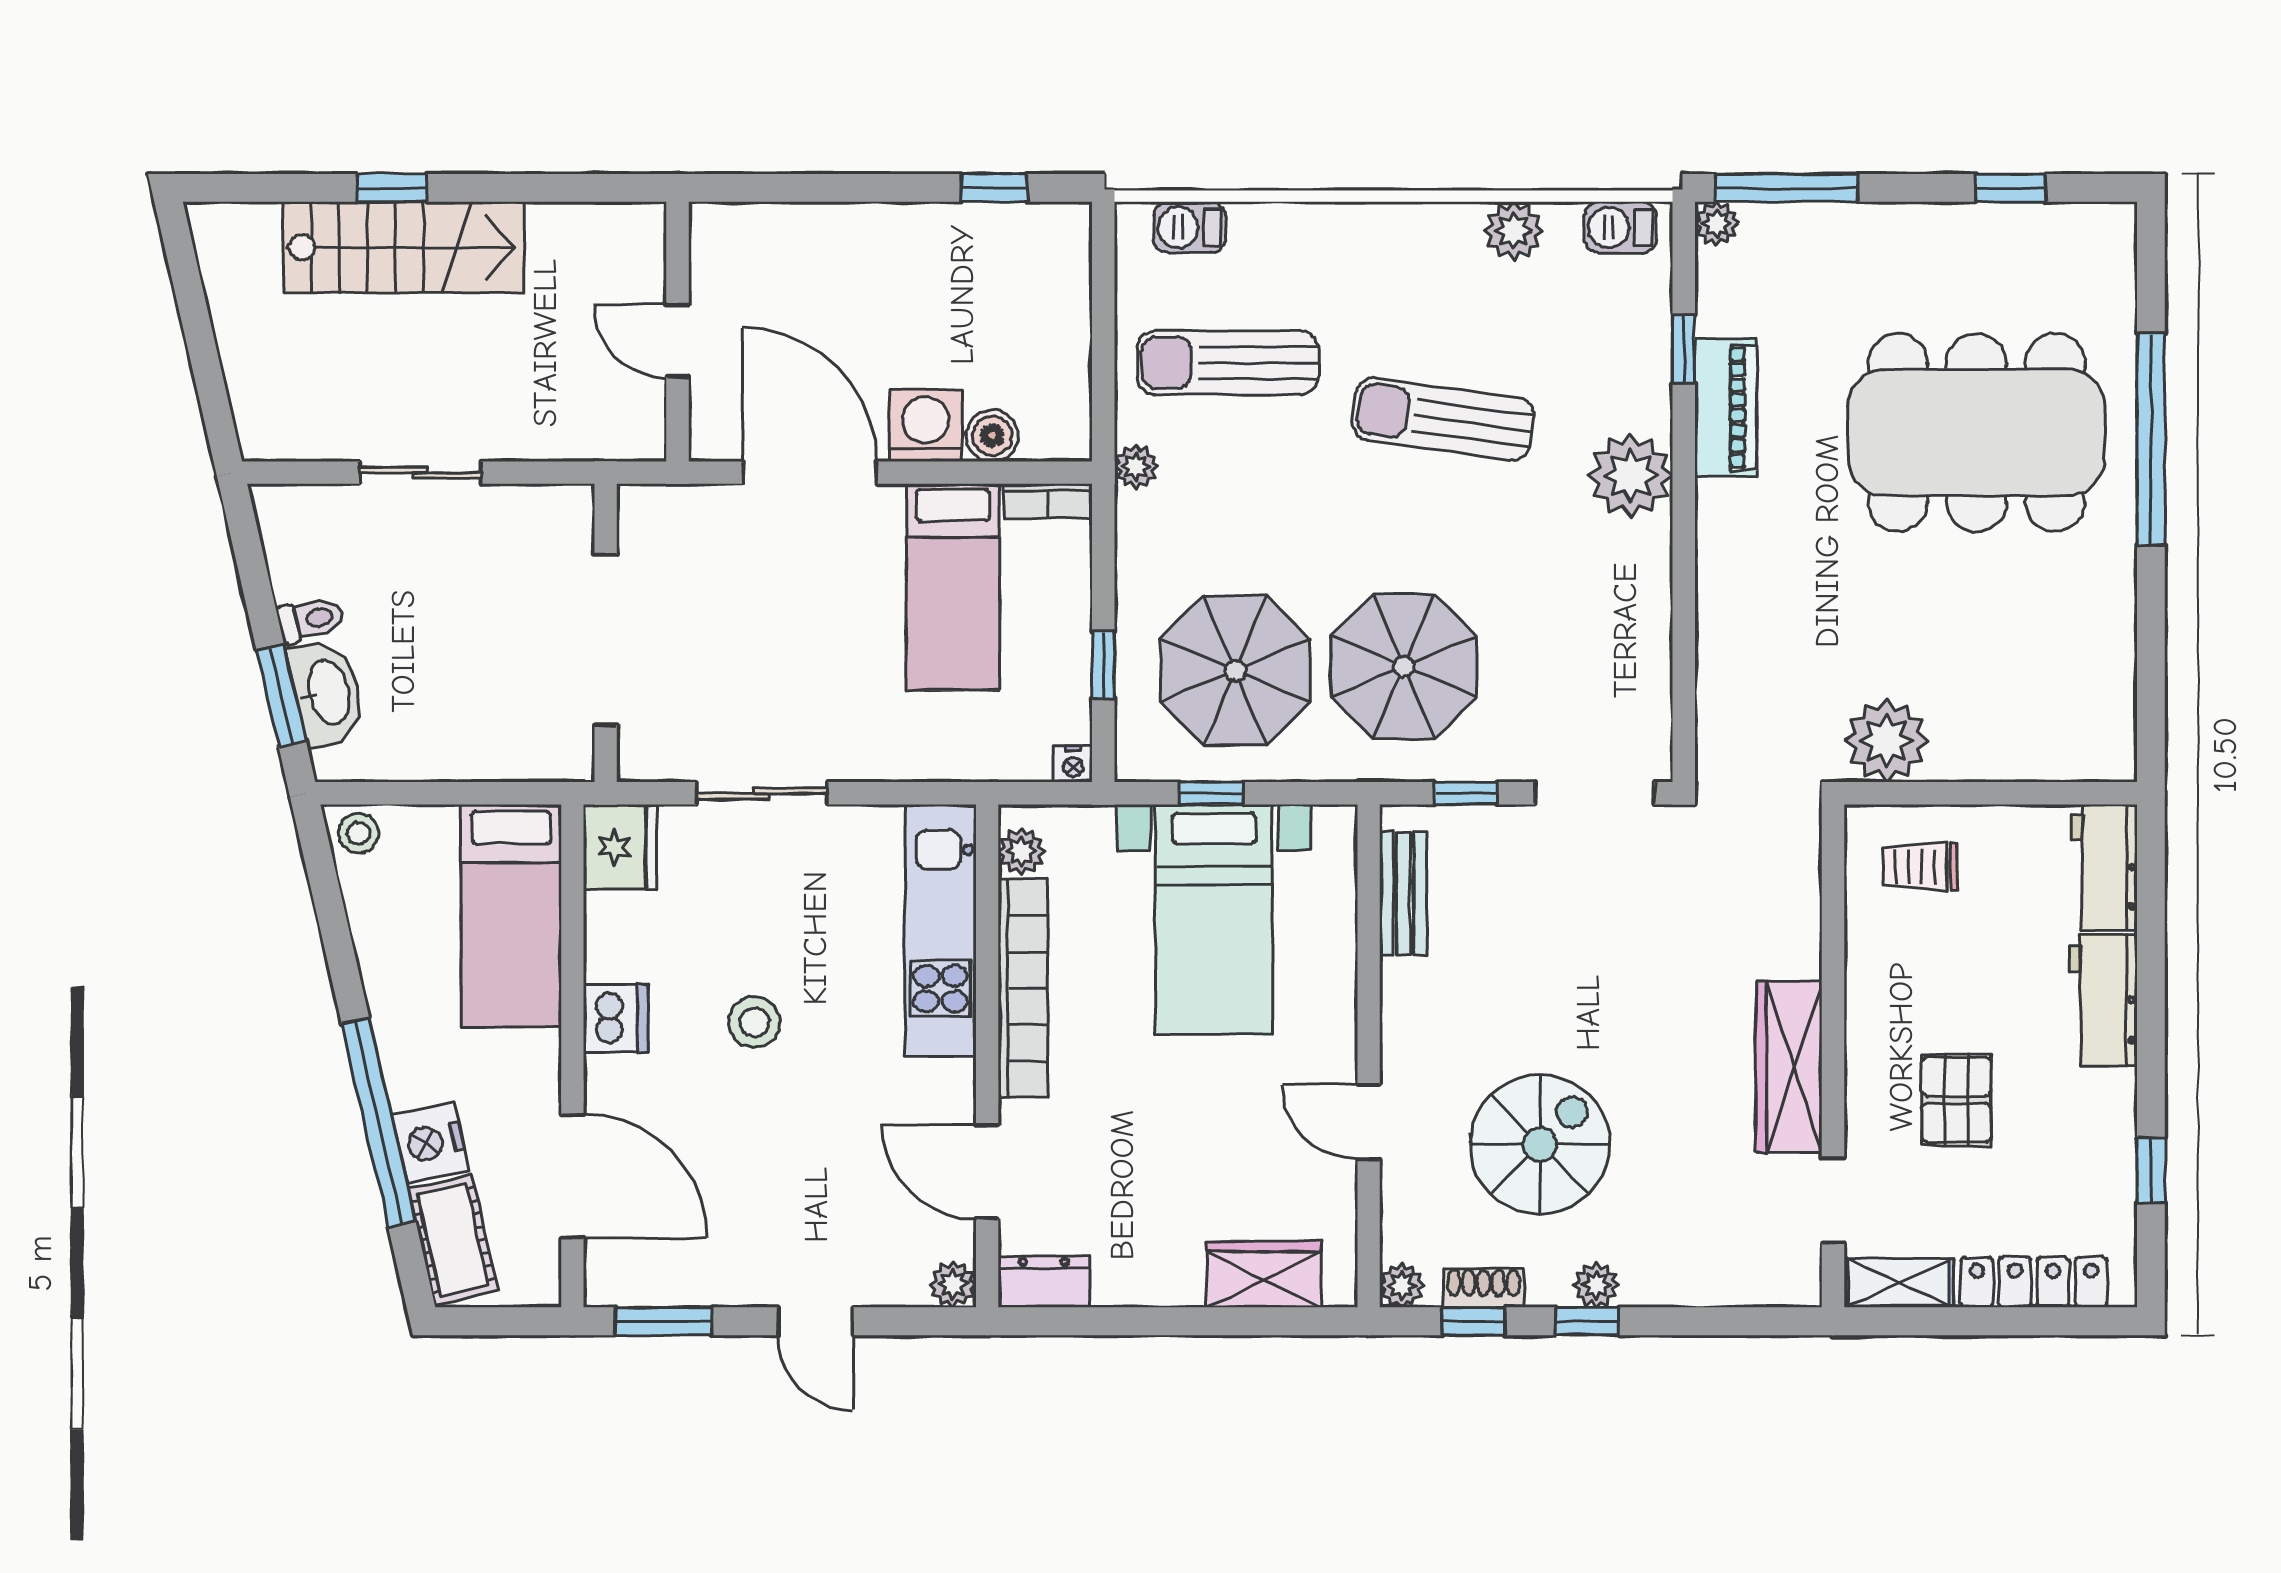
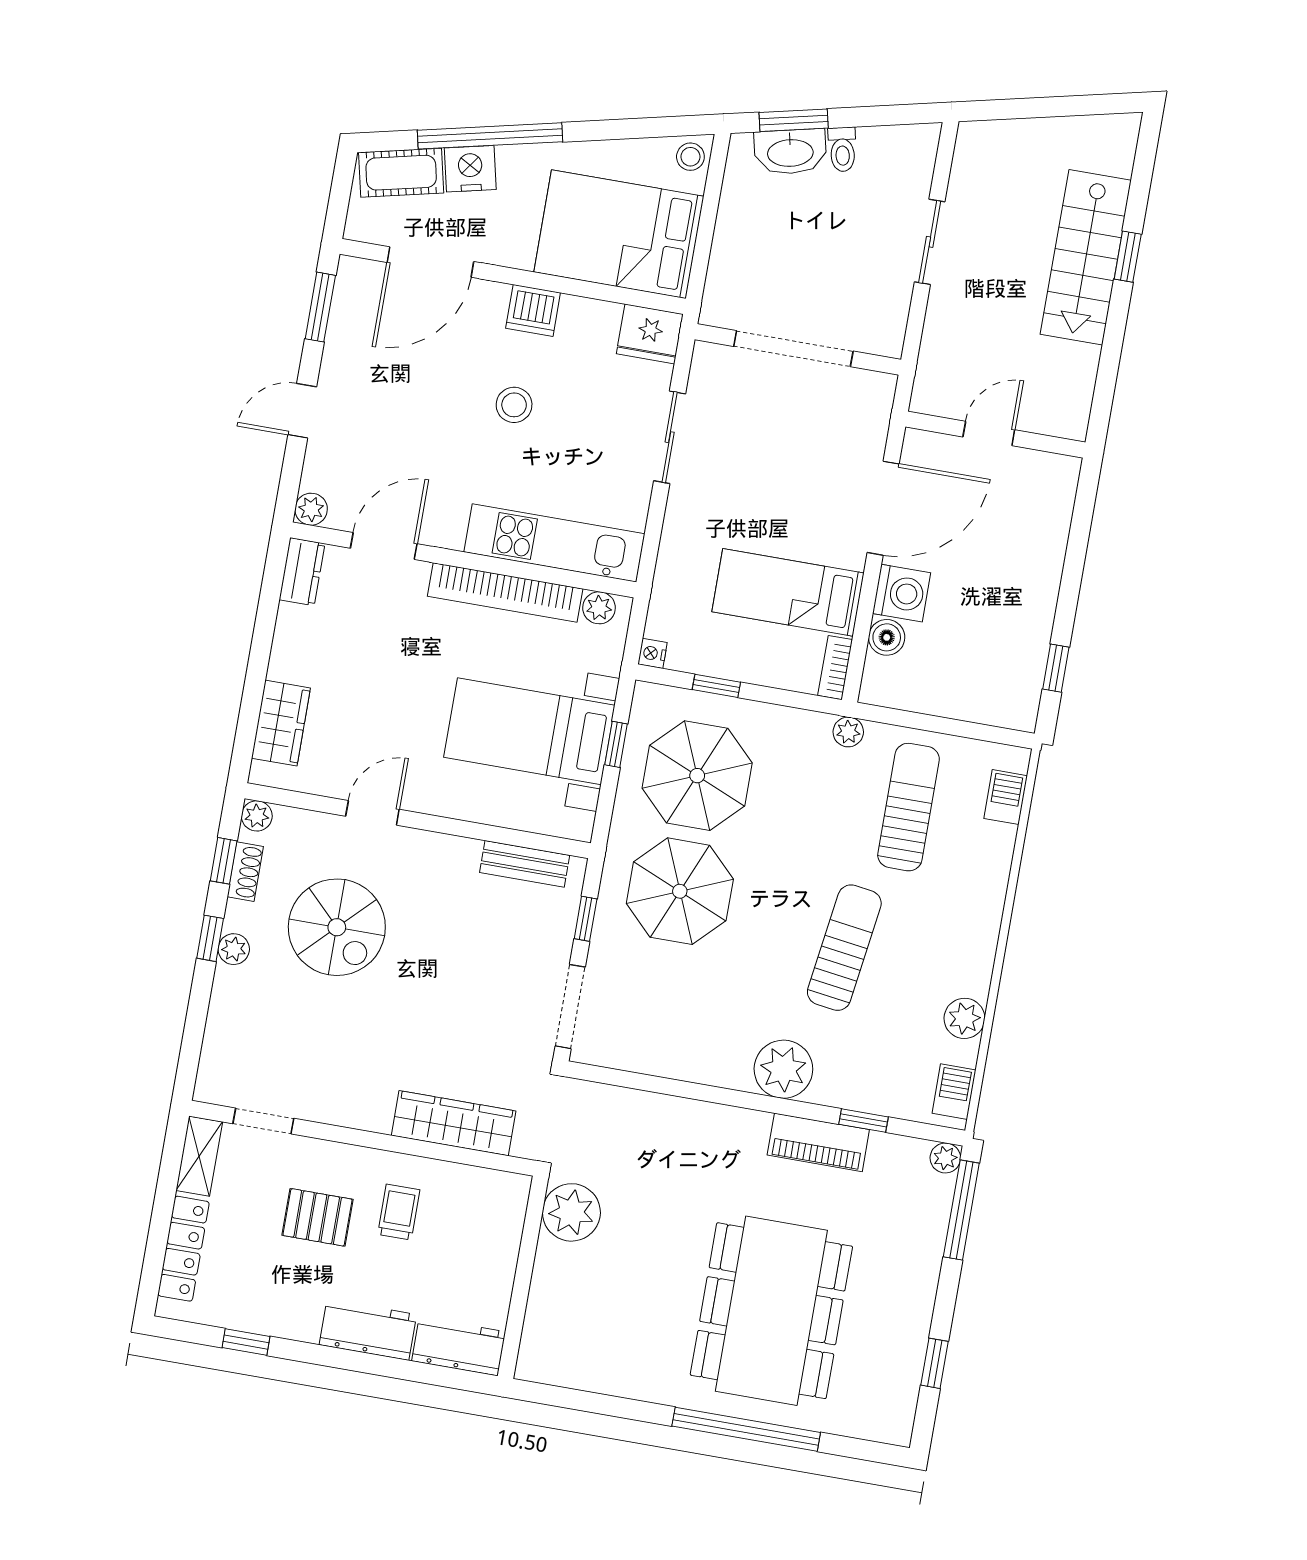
trolley: (1920, 867) -> (399, 1212), moved
bed: (511, 916) -> (619, 234), width x1.50
wardrobe: (1789, 1067) -> (454, 1123), moved

